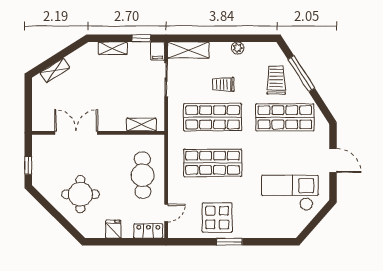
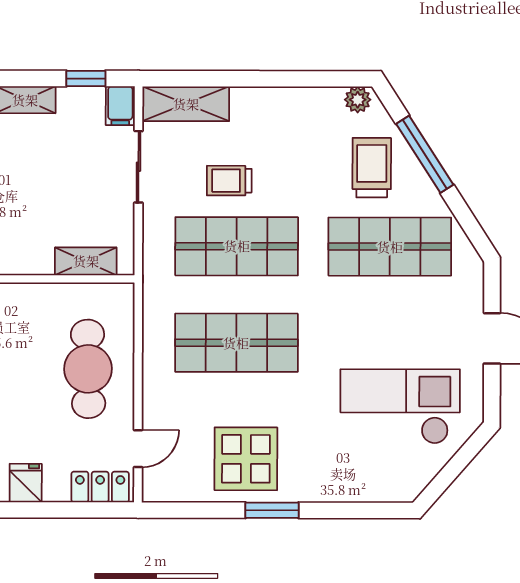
plant: (238, 48) -> (358, 100), moved
trolley: (223, 84) -> (229, 181), moved

